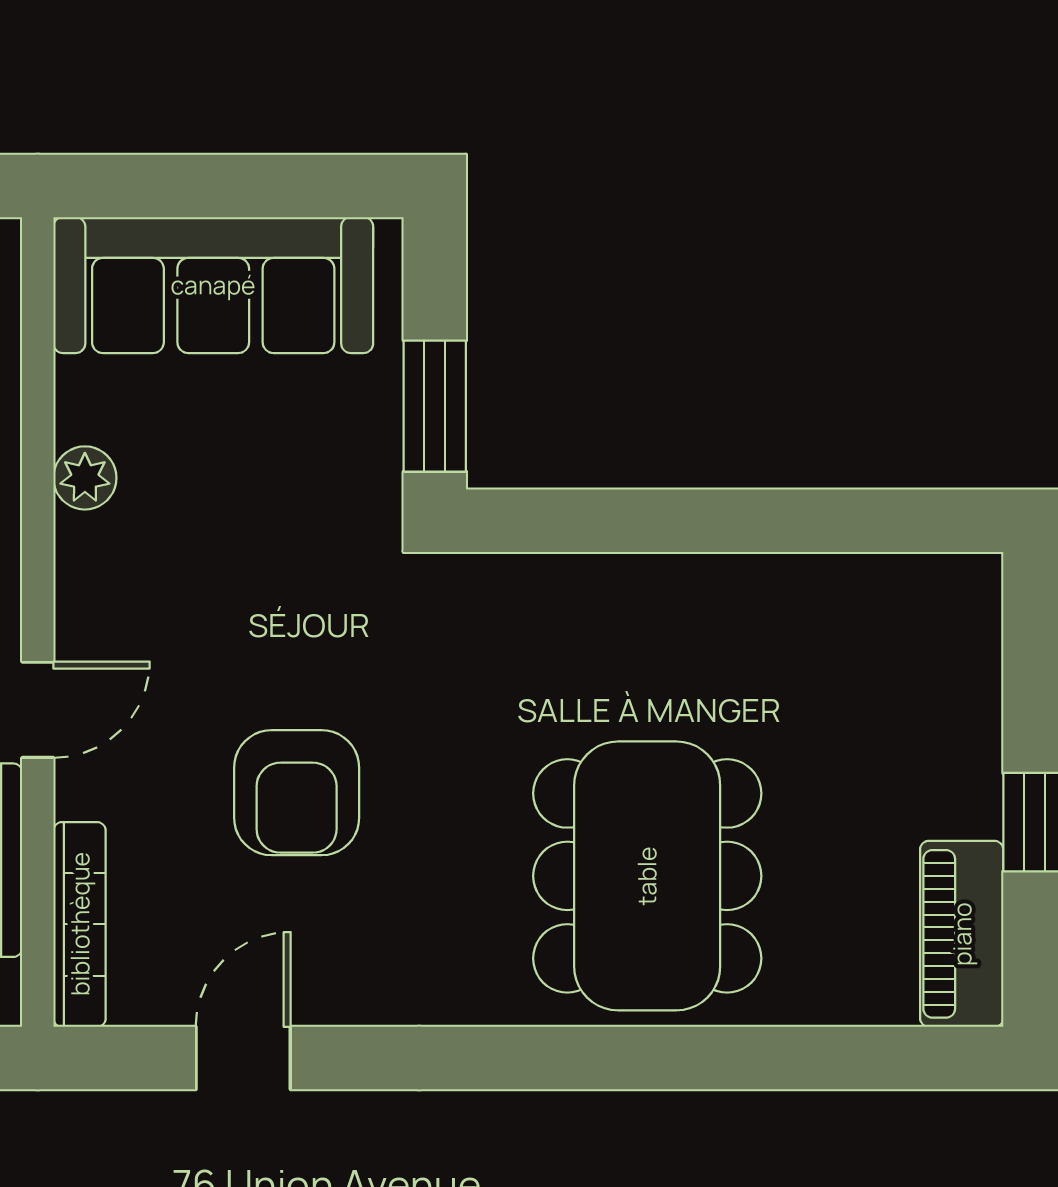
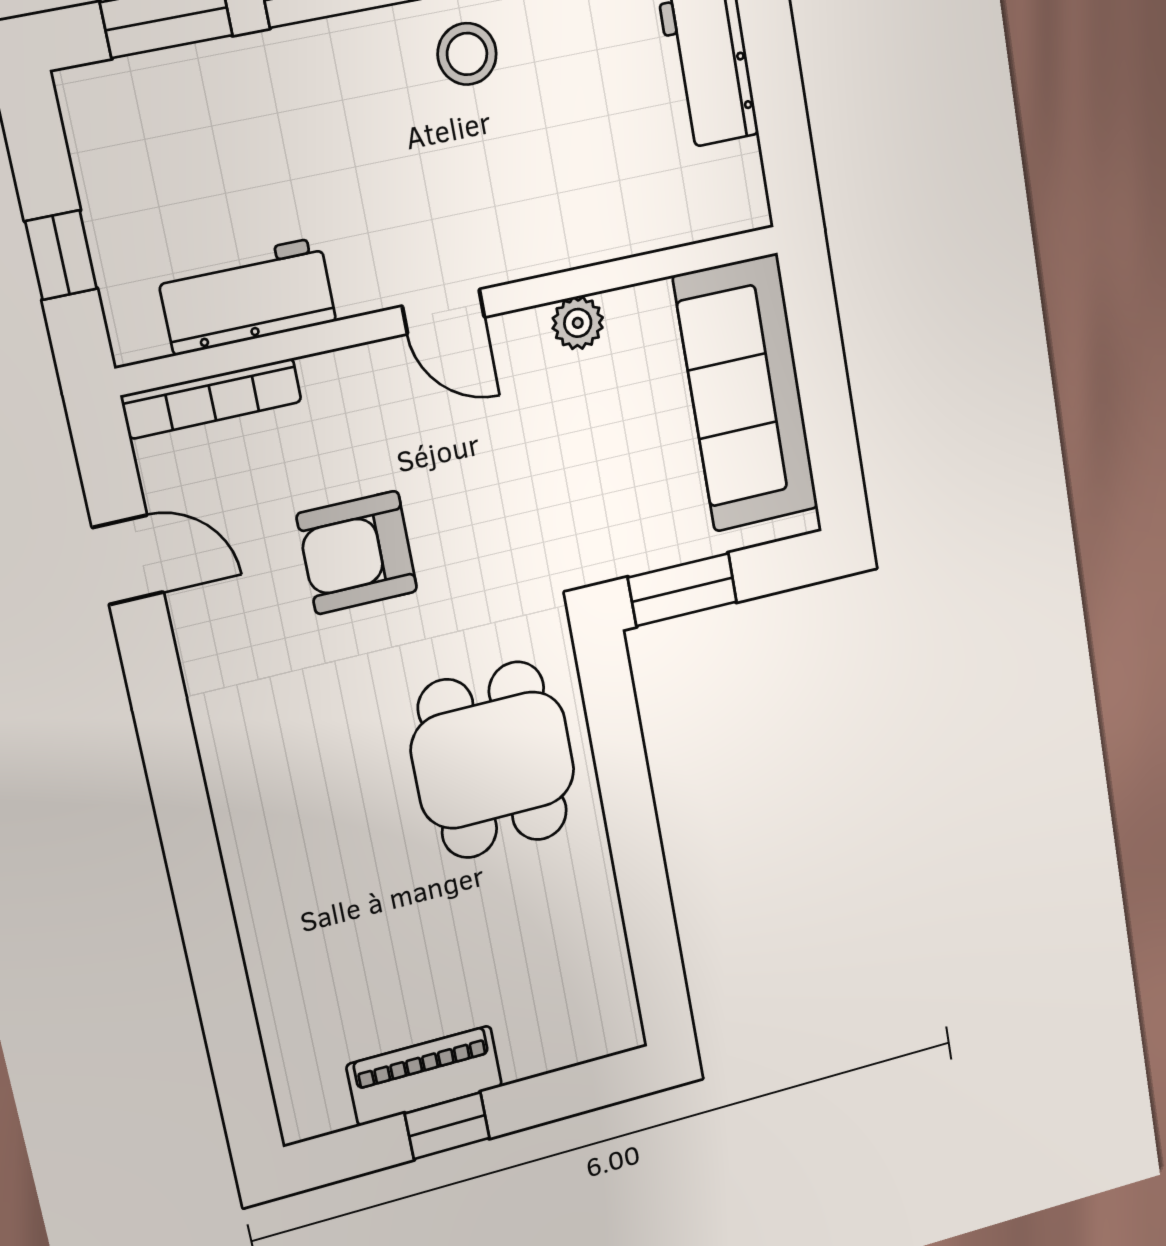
door: (38, 710) -> (443, 312), moved
dining table: (647, 876) -> (493, 760), moved, width x0.73
piano: (962, 934) -> (424, 1076), moved

